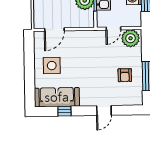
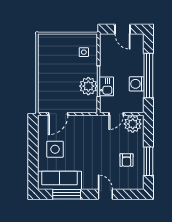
window: (64, 111) -> (67, 194), width x2.17
door: (104, 111) -> (105, 194), swing flipped

